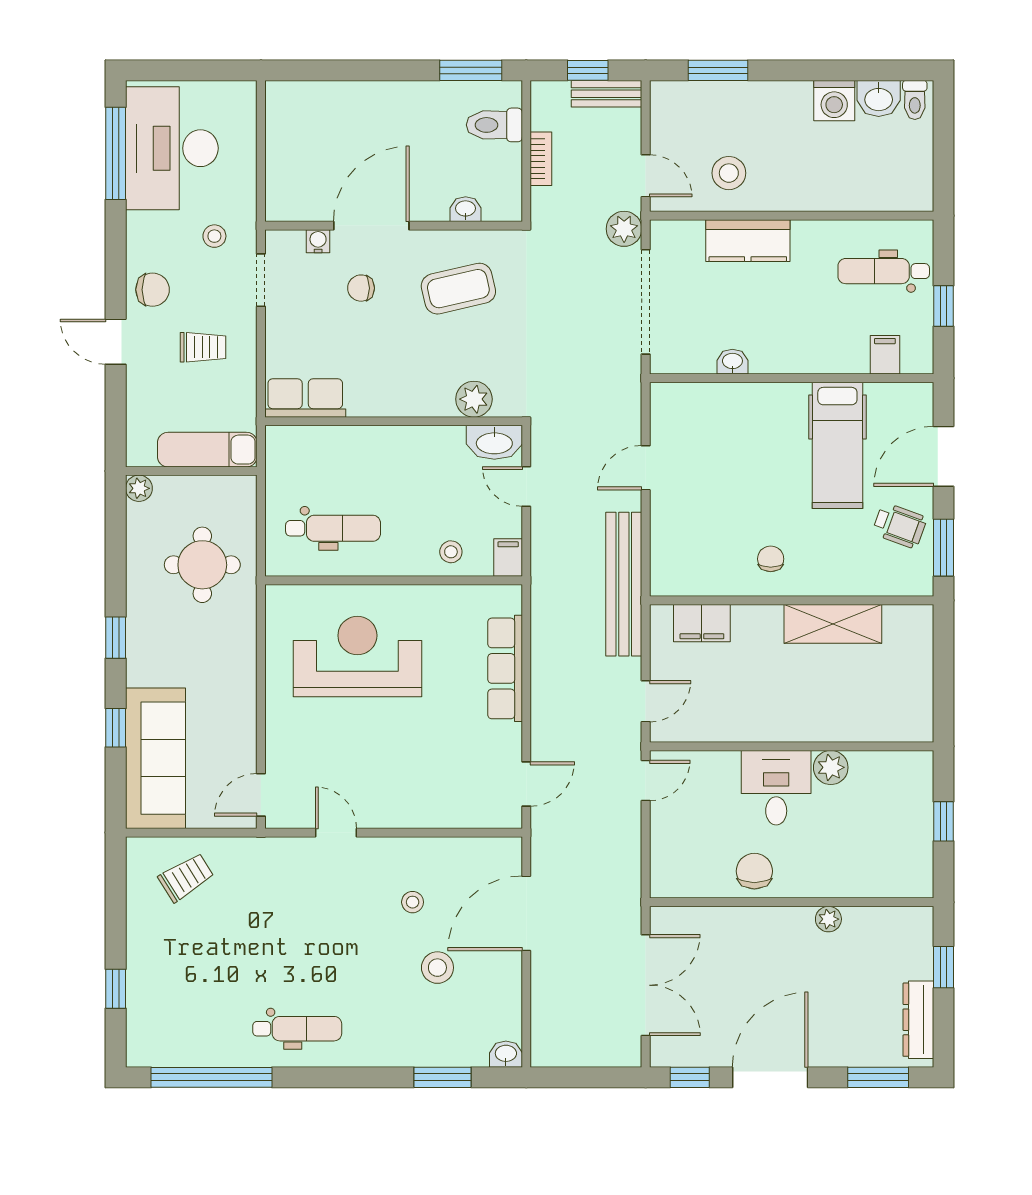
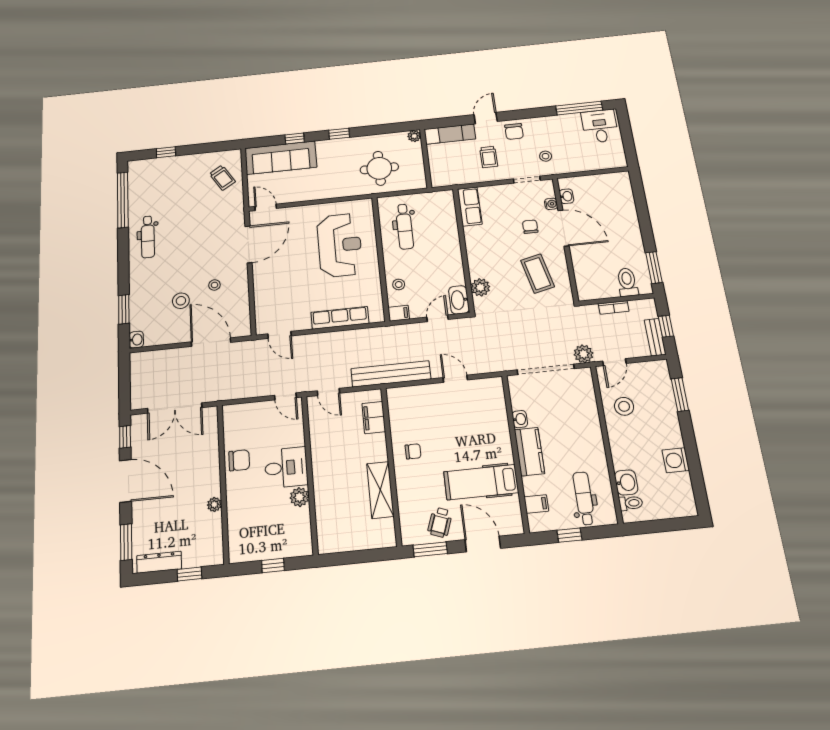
washbasin: (879, 98) -> (626, 482), moved, turned 180
toilet: (915, 100) -> (631, 503), moved, turned 180
desk: (172, 148) -> (600, 126), width x0.53, depth x0.77
washbasin: (466, 209) -> (566, 196), moved
kitchen counter: (748, 241) -> (529, 452), moved, turned 180
exam couch: (207, 450) -> (450, 134), moved, turned 90
door: (336, 833) -> (249, 244), width x1.87

